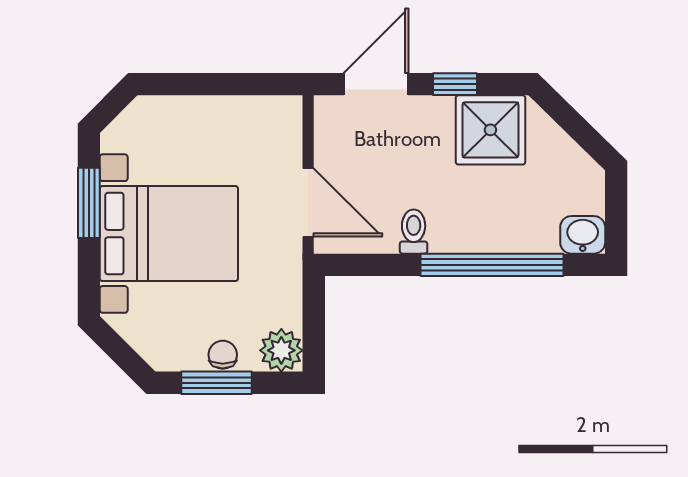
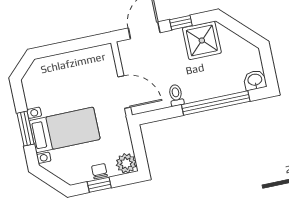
window: (89, 203) -> (25, 129), moved
bed with nightstands: (169, 234) -> (65, 130), width x0.73
window: (216, 383) -> (99, 185), width x0.67

